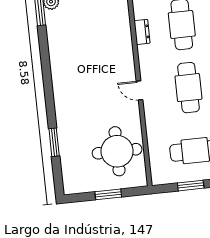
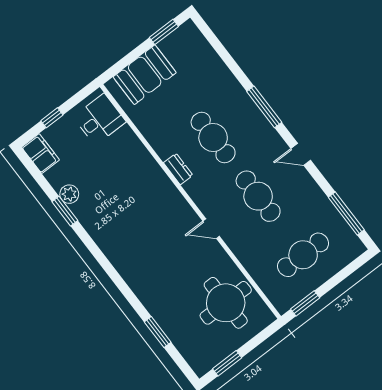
window: (191, 186) -> (305, 303), moved
window: (108, 194) -> (227, 363), moved

